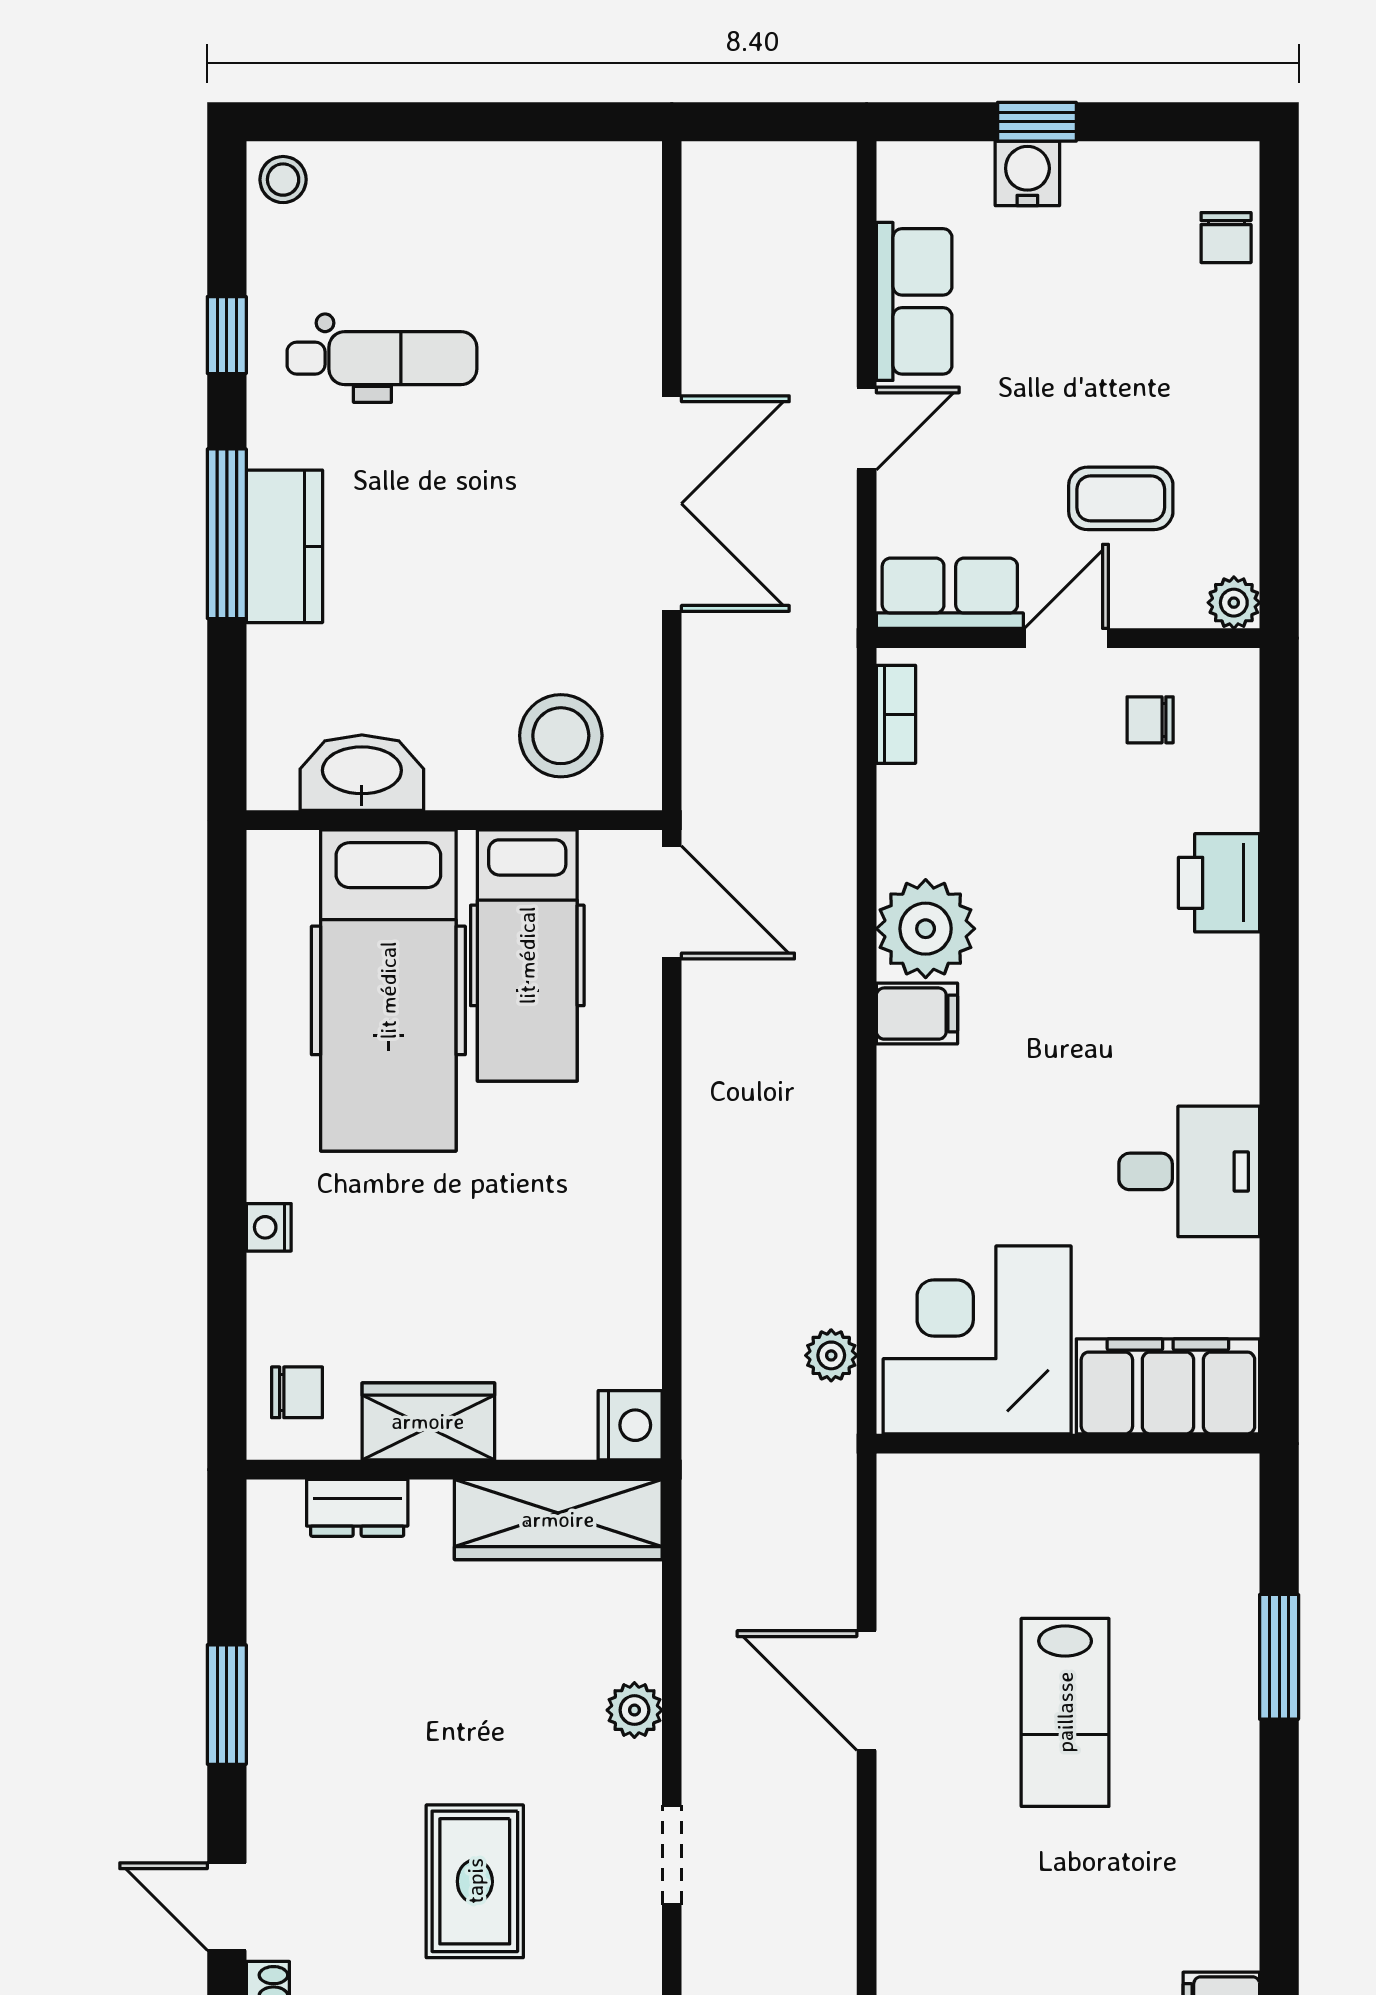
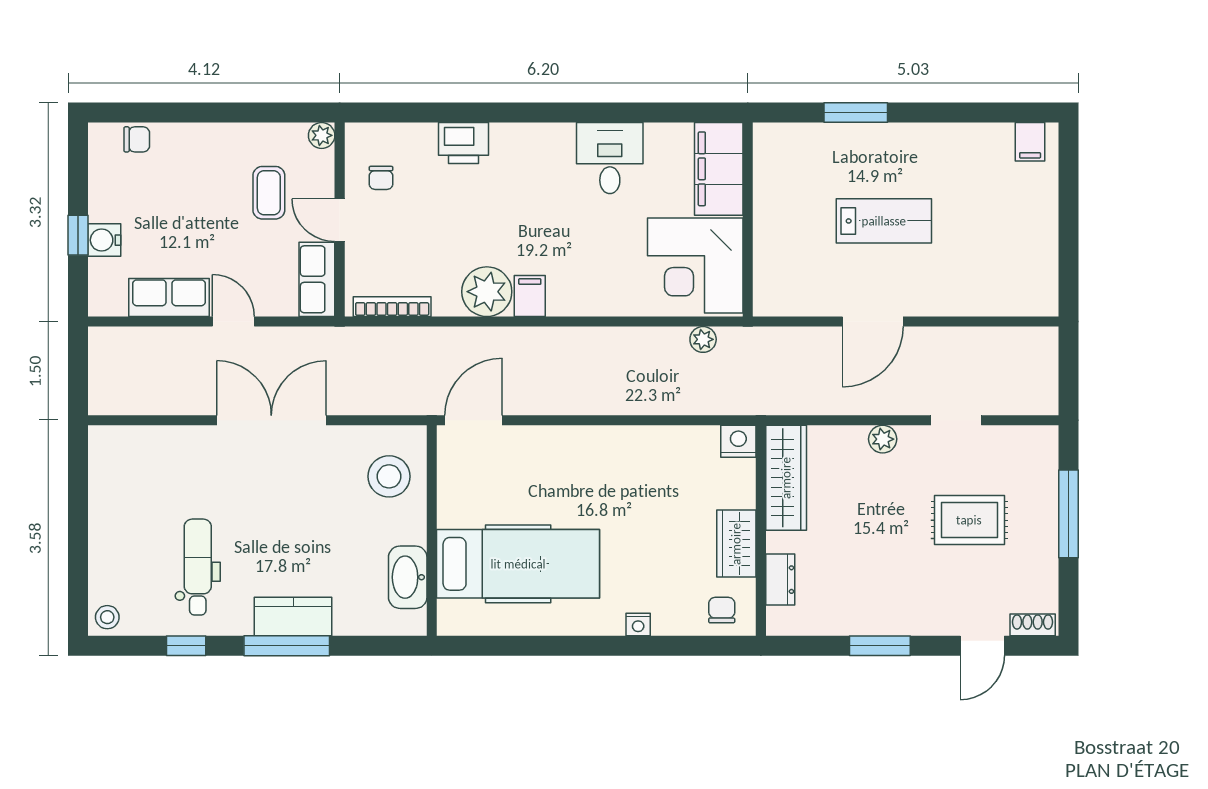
bookcase: (896, 714) -> (392, 307), width x1.56
hospital bed: (527, 955) -> (500, 493), removed

